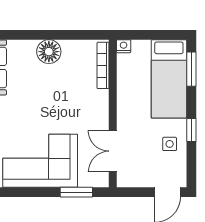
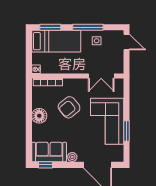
armchair: (62, 100) -> (69, 107), added
window: (191, 130) -> (88, 27), width x2.17
window: (76, 192) -> (127, 131), moved

